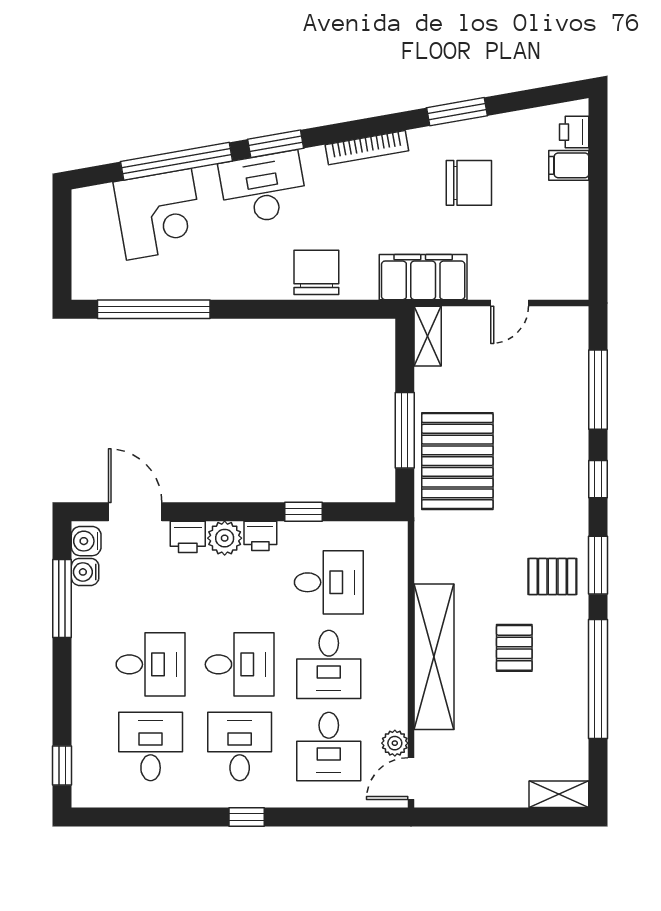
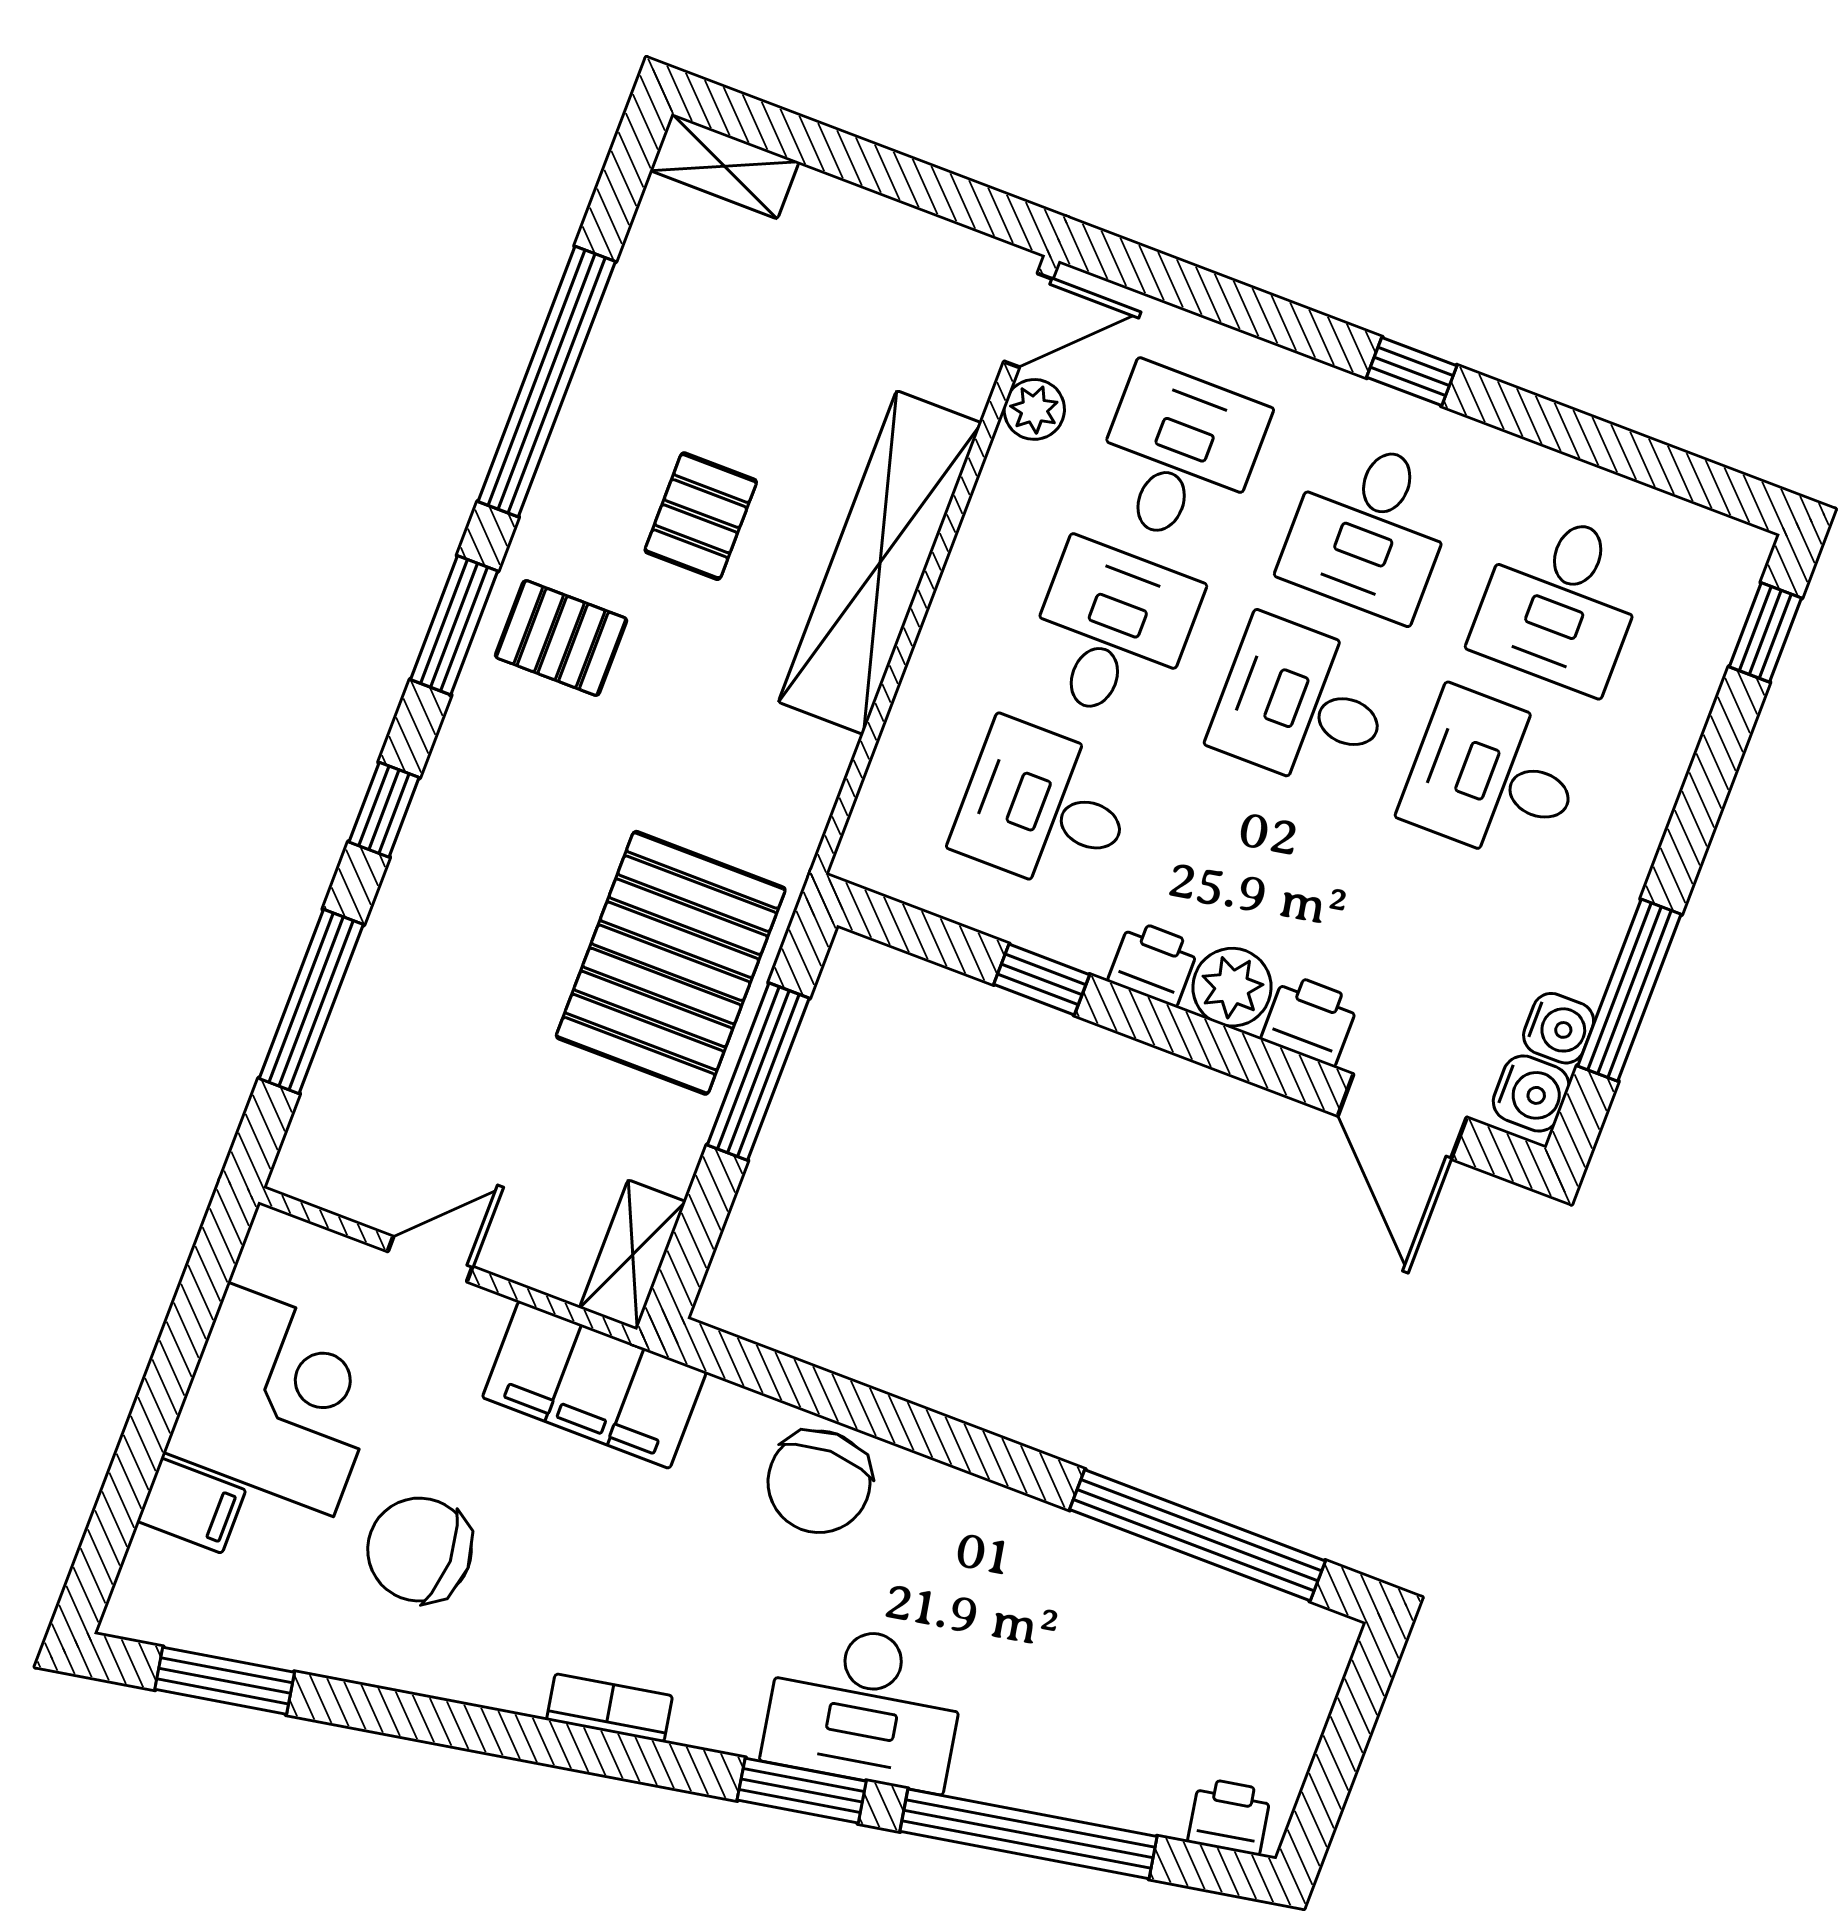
window: (457, 112) -> (225, 1681), moved
printer: (574, 132) -> (1229, 1816), moved, turned -100
bookcase: (367, 148) -> (610, 1708), width x0.64
corner desk: (159, 214) -> (280, 1399), moved, turned 100

